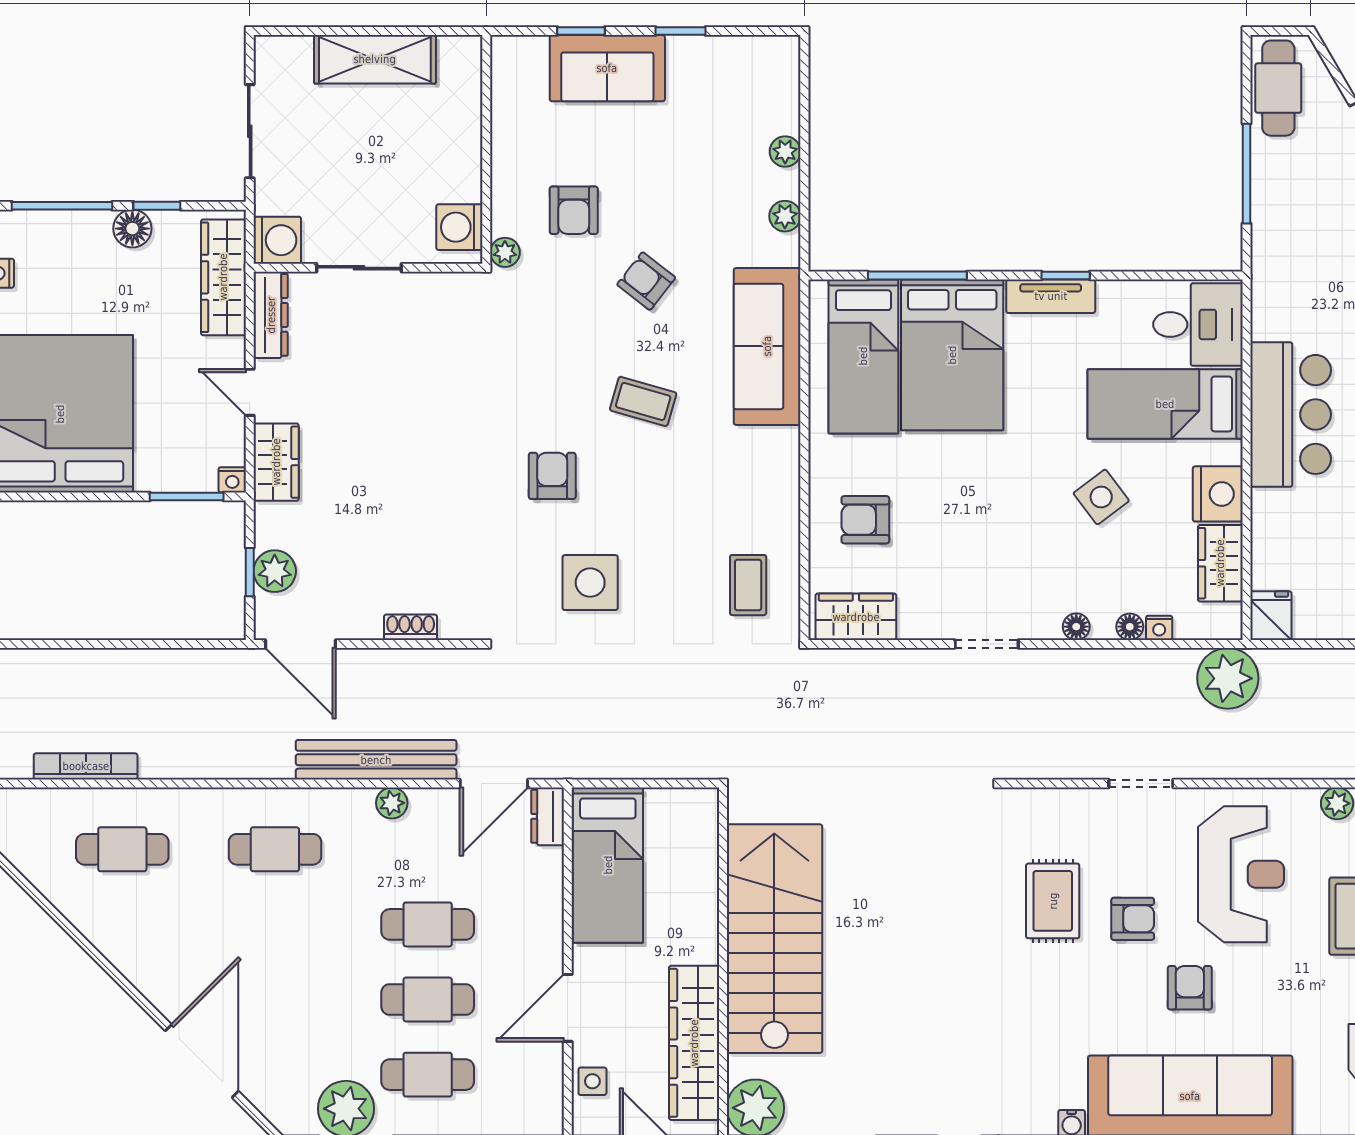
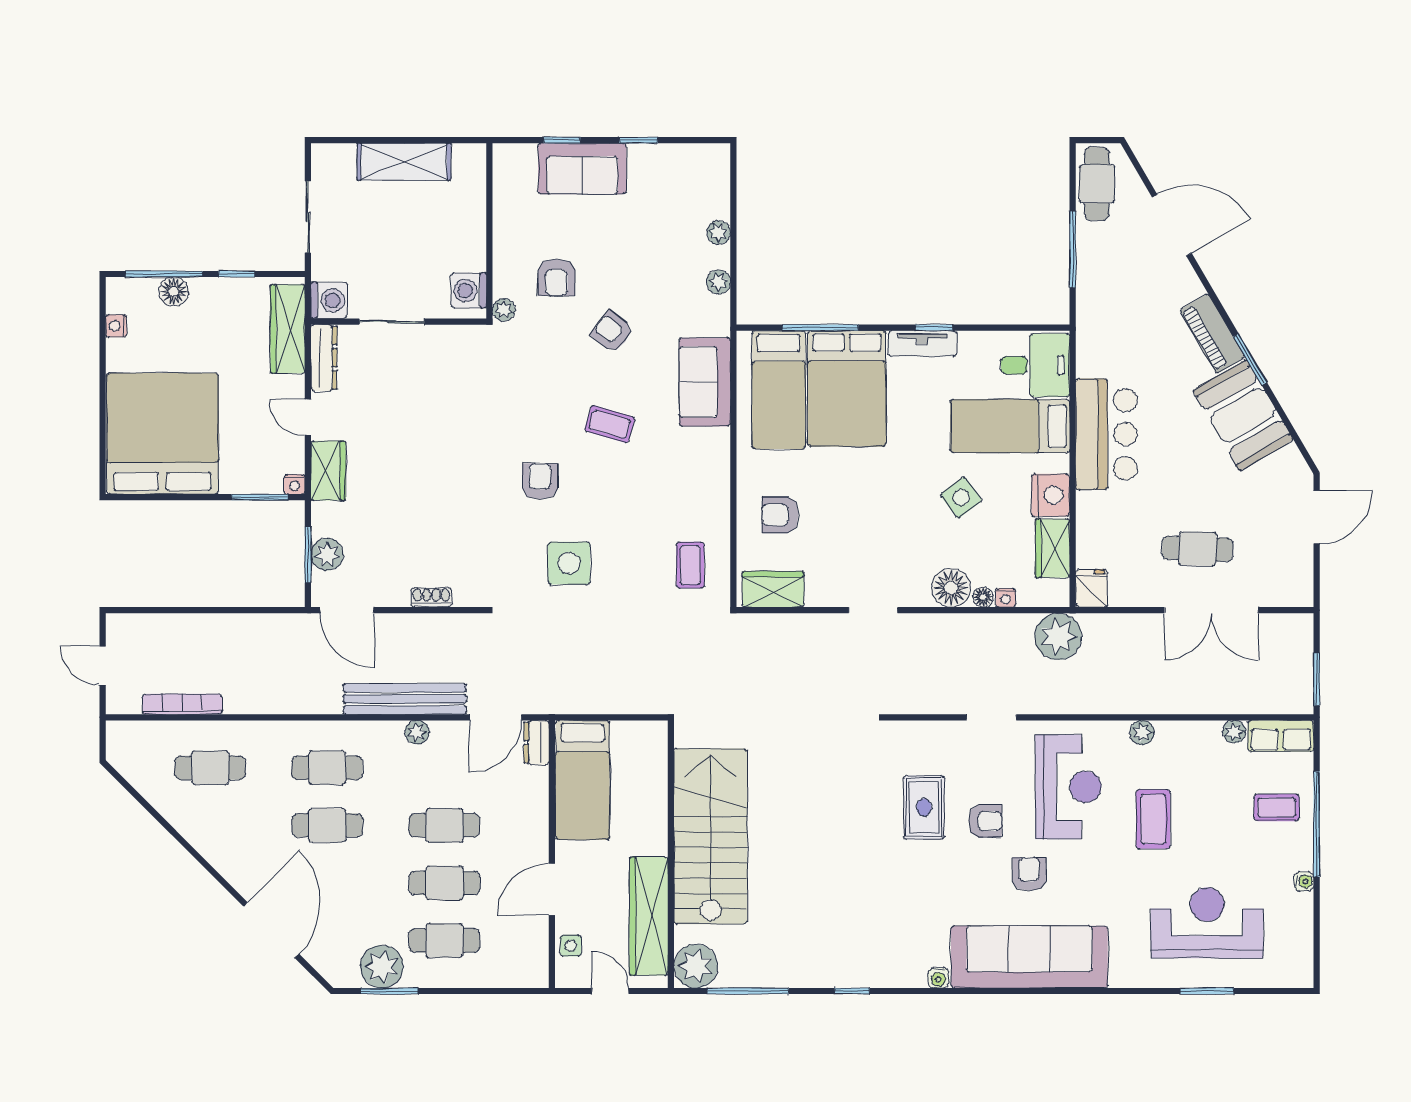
floor lamp: (132, 229) -> (174, 292), moved
sofa: (767, 346) -> (705, 382), width x0.73
window: (250, 572) -> (308, 555), width x1.50
floor lamp: (1076, 627) -> (951, 588), width x1.89, depth x1.89
cafe table: (275, 924) -> (327, 825), added

